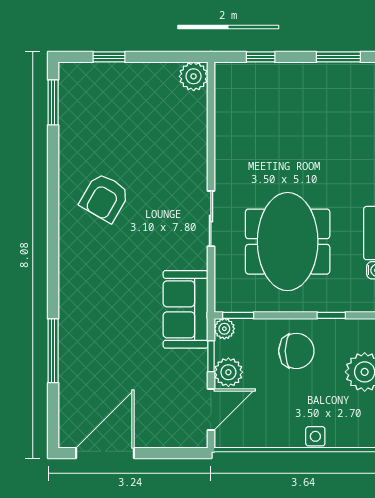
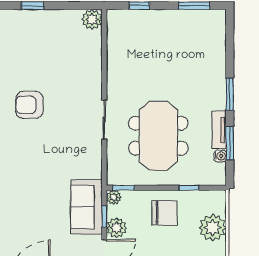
armchair: (105, 198) -> (29, 105), turned 60
sofa: (186, 309) -> (86, 207), moved

